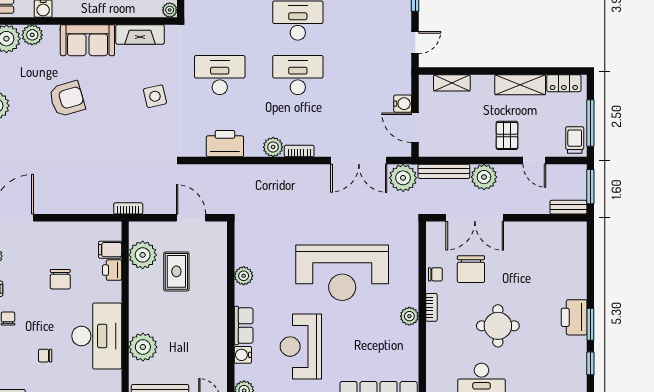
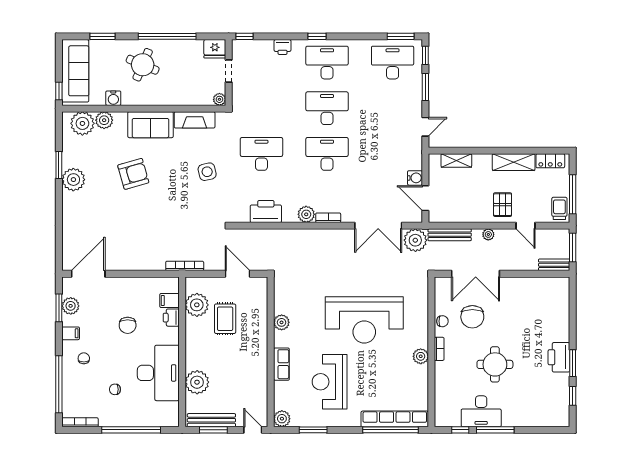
plant: (484, 177) -> (488, 234), width x0.53, depth x0.53
bookcase: (128, 208) -> (185, 266), width x1.56
water cooler: (243, 355) -> (281, 389), removed

